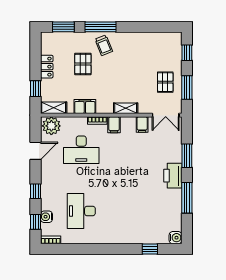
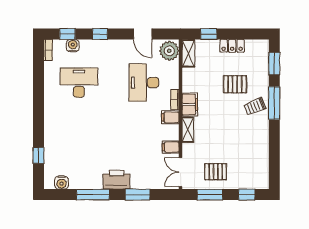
filing cabinet: (85, 106) -> (190, 104), moved
water cooler: (175, 238) -> (61, 183), moved

